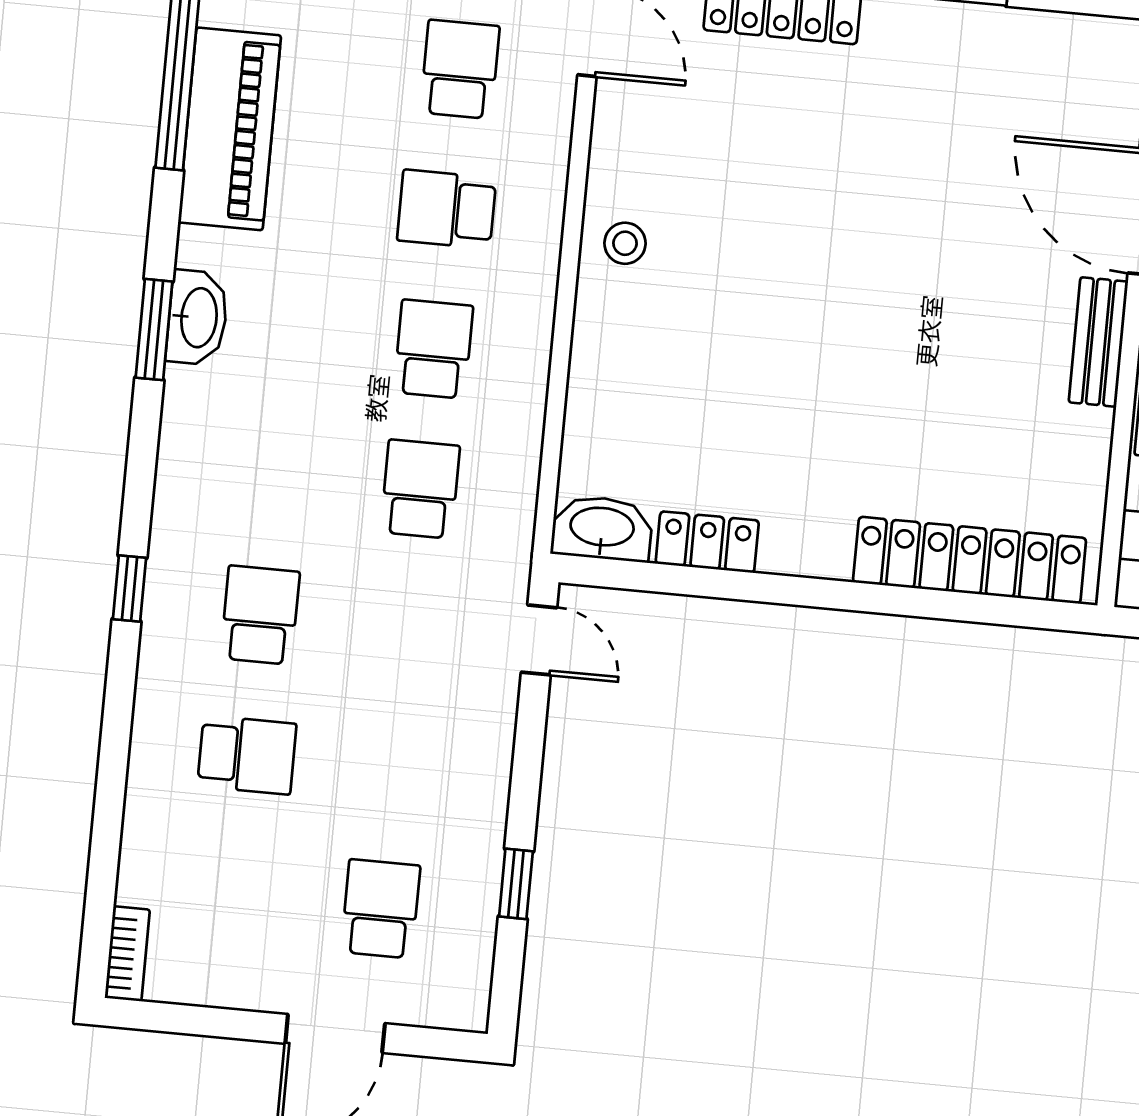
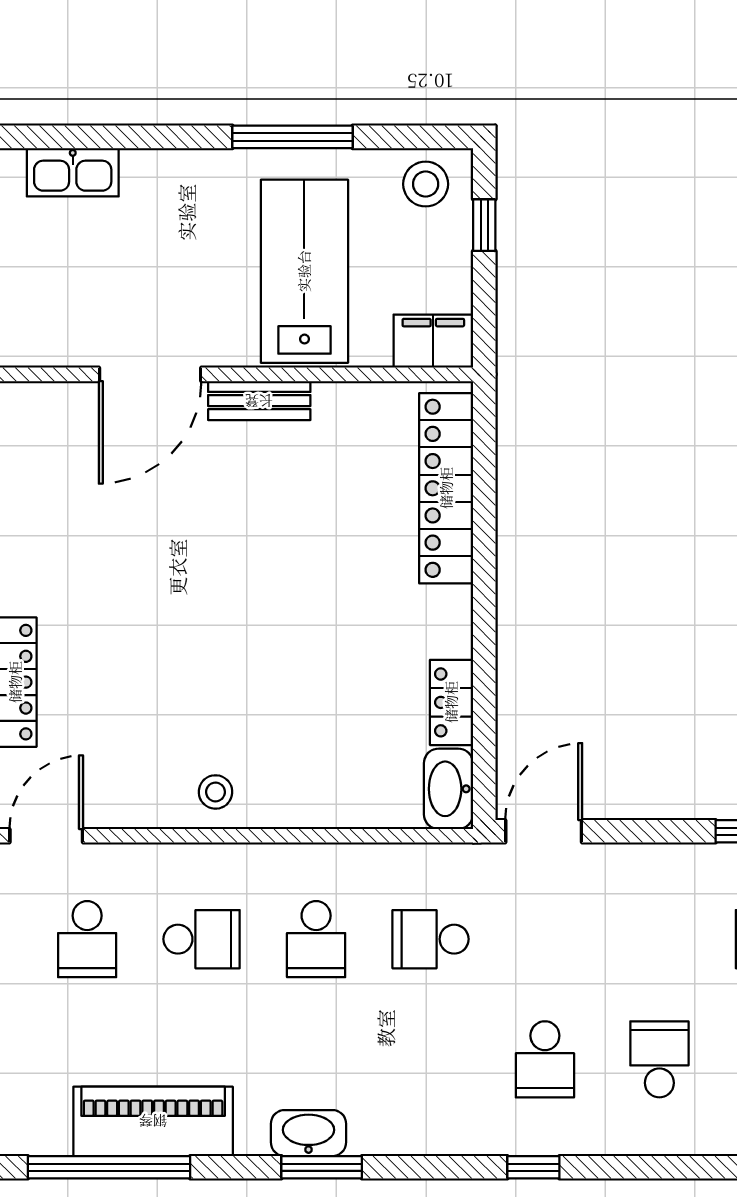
school desk: (460, 69) -> (87, 939), turned -90
school desk: (447, 209) -> (202, 939), turned -90
school desk: (433, 349) -> (316, 939), turned -90
school desk: (260, 615) -> (545, 1059), turned -90
door: (539, 640) -> (544, 831), width x1.38

